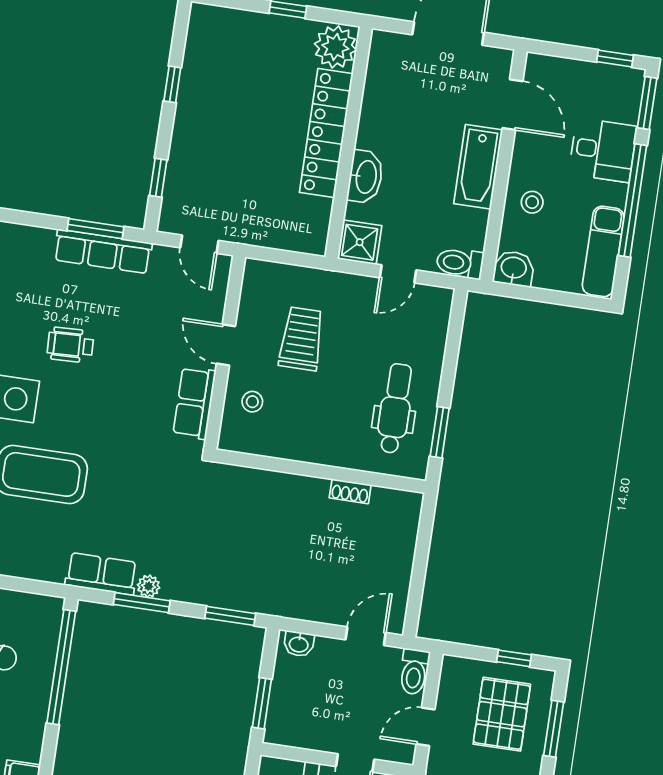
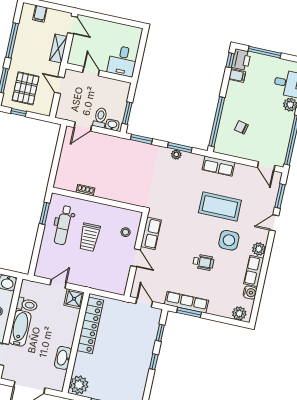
window: (172, 84) -> (154, 362), moved
locker: (326, 133) -> (90, 325), moved
washbasin: (365, 177) -> (63, 358), moved
toilet: (460, 263) -> (27, 305), moved
trolley: (301, 339) -> (89, 237), moved
row of seats: (101, 574) -> (219, 166), moved
toilet: (414, 672) -> (100, 118), moved
window: (262, 703) -> (127, 113), moved
door: (426, 727) -> (59, 85), swing flipped

